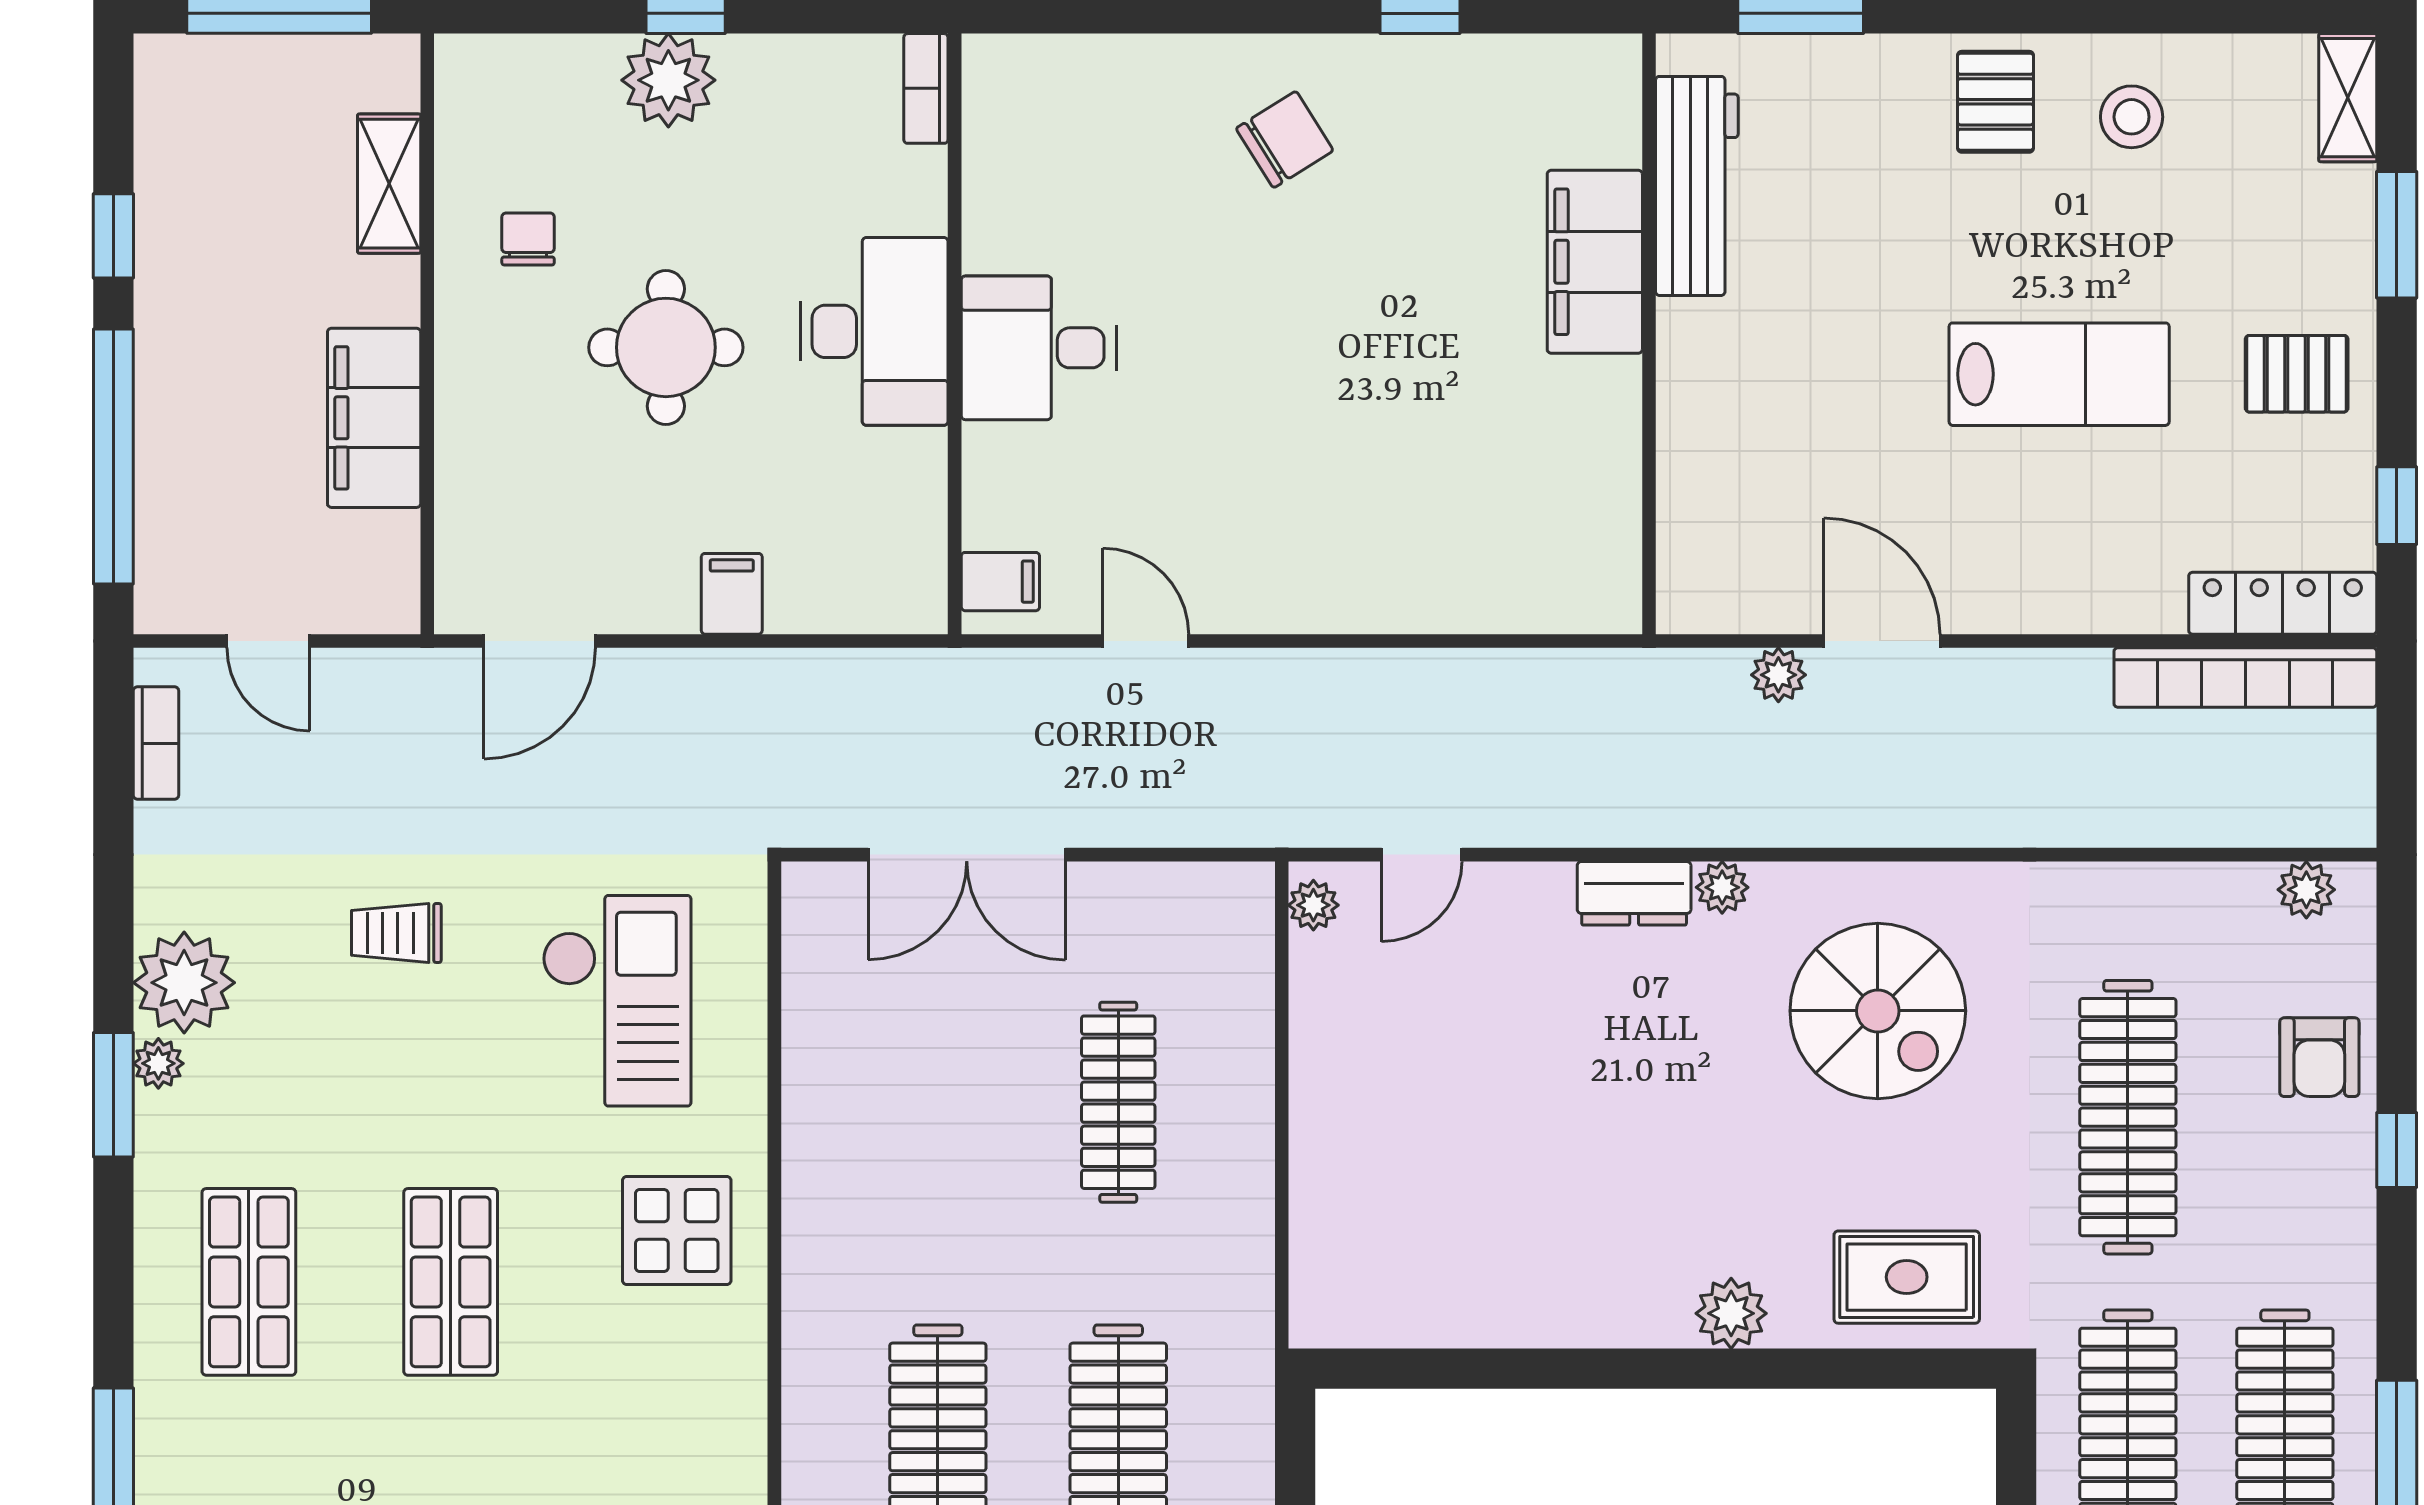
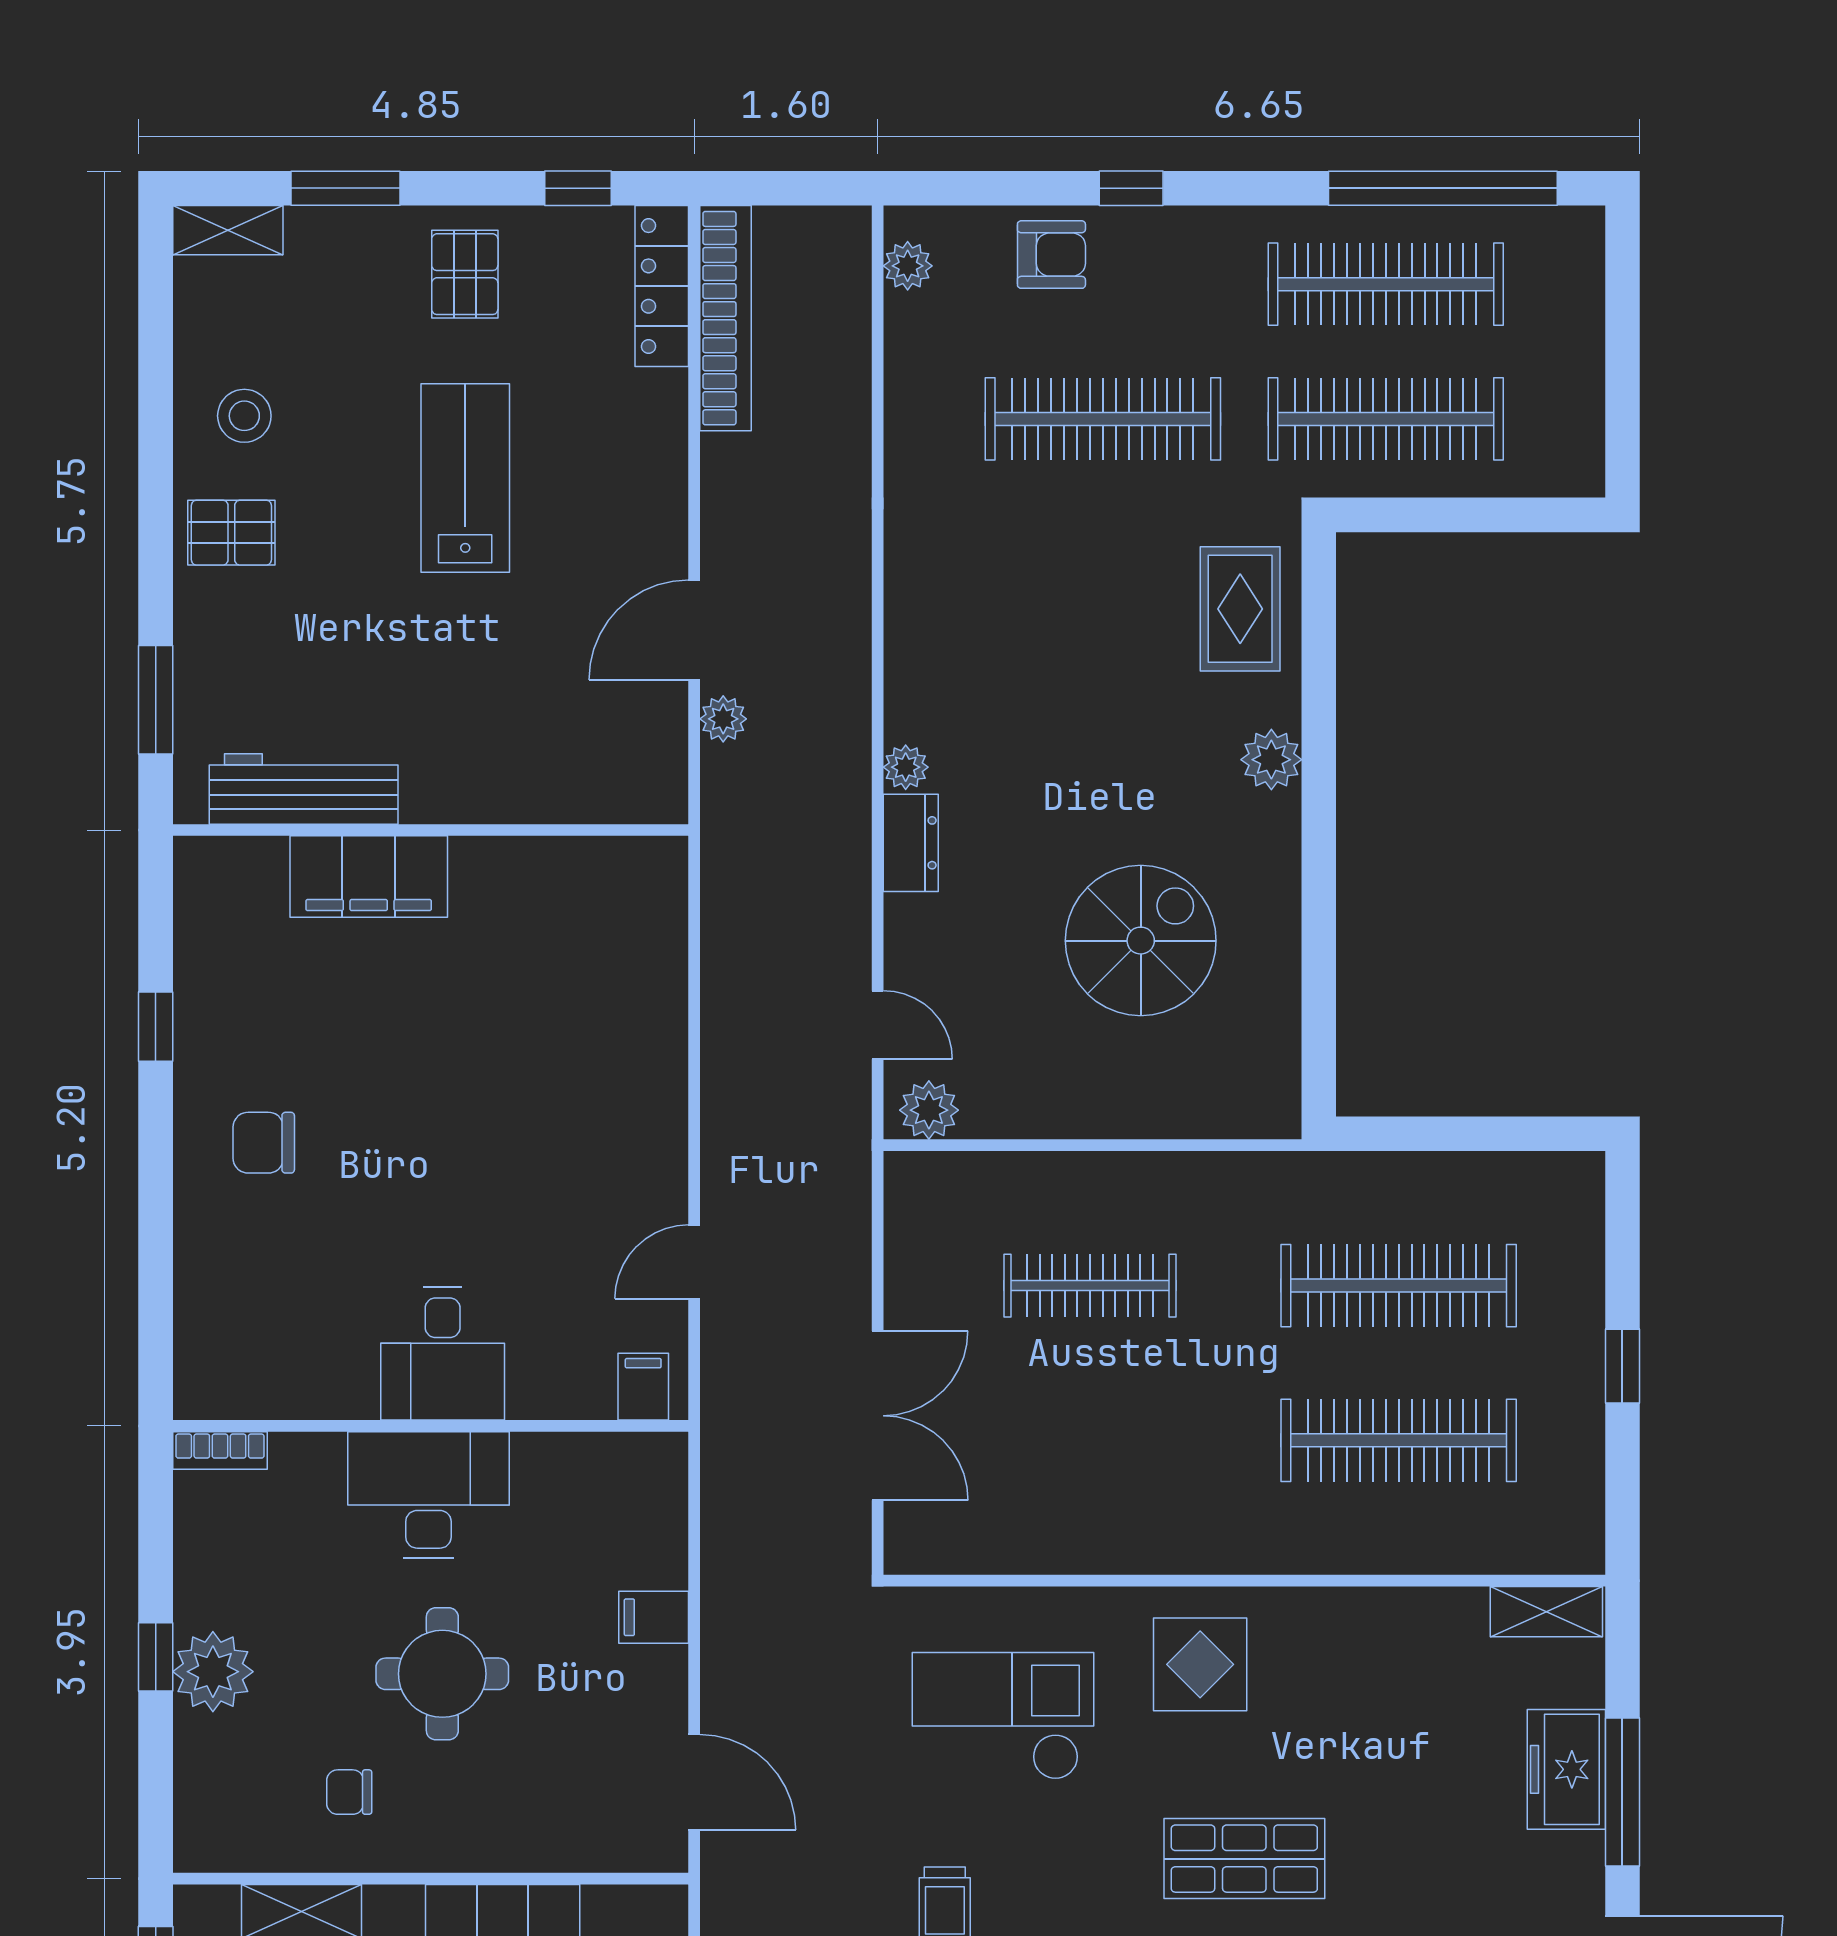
chair: (1285, 139) -> (264, 1143), turned -58
plant: (1313, 905) -> (929, 1110), width x1.38, depth x1.38
spiral stairs: (1878, 1011) -> (1141, 941), moved

